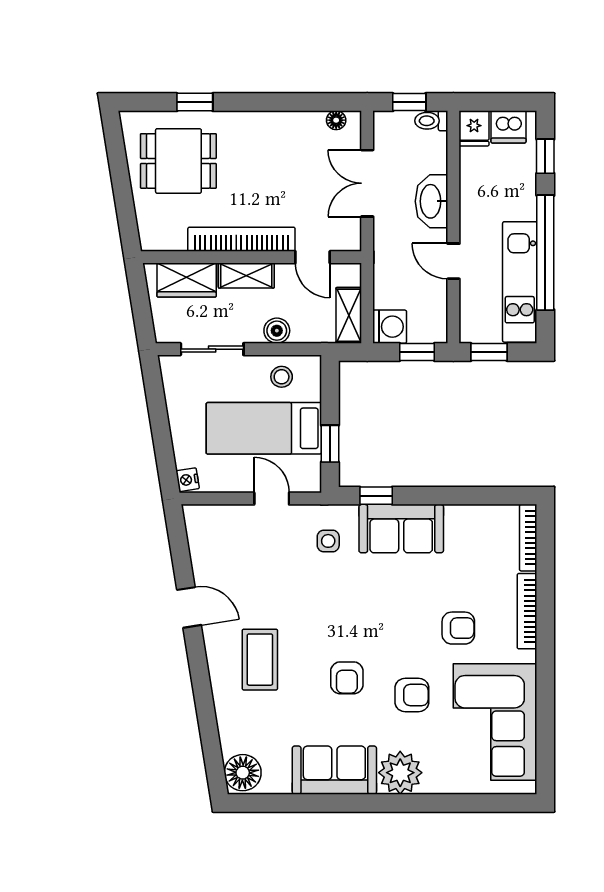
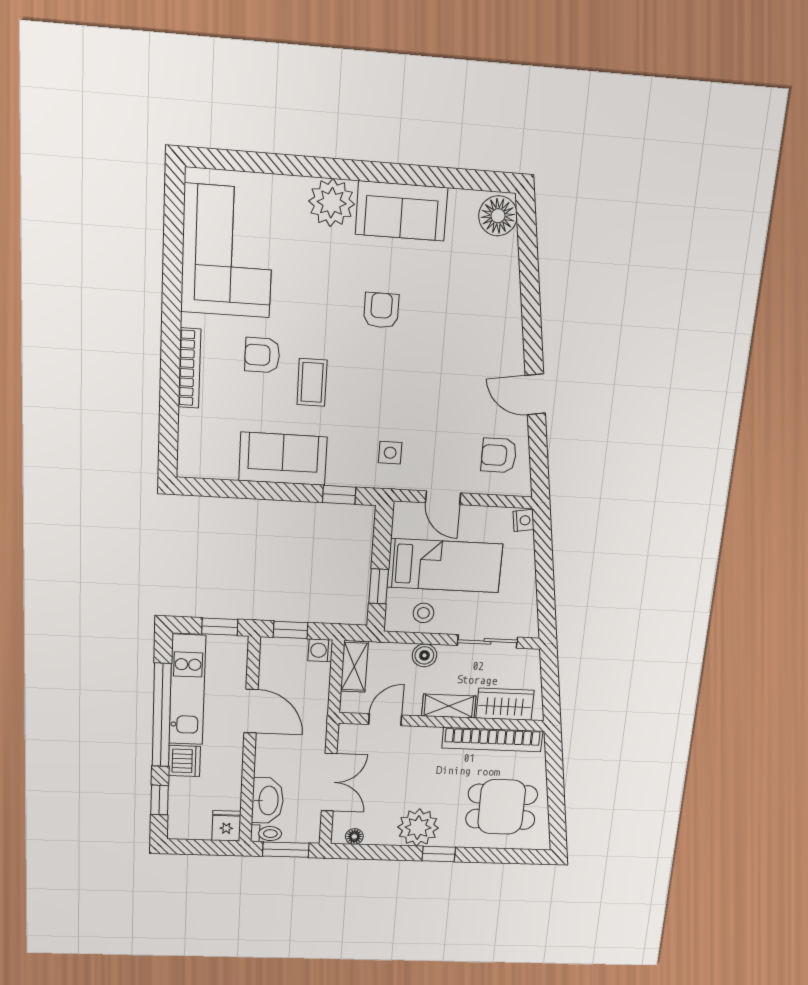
window: (195, 102) -> (439, 854), moved
window: (409, 102) -> (286, 850), width x1.50
dishwasher: (508, 127) -> (184, 761), moved, turned 90
plant: (268, 133) -> (418, 828), added
washbasin: (431, 201) -> (268, 800), moved
bookcase: (241, 239) -> (492, 739), moved
door: (313, 257) -> (385, 720), hinge flipped
door: (453, 261) -> (251, 711), width x1.37
washing machine: (390, 327) -> (320, 650), width x0.73, depth x0.73
window: (330, 444) -> (379, 586), moved
sofa: (401, 529) -> (283, 459), moved
bookcase: (528, 538) -> (186, 444), removed
coffee table: (260, 660) -> (312, 382), moved, width x0.73, depth x0.77
armchair: (412, 695) -> (499, 455), moved

